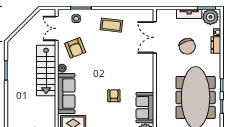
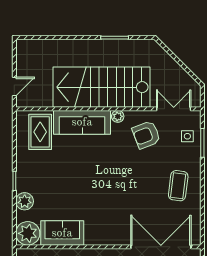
double door: (155, 37) -> (161, 247), width x1.36
stairs: (46, 70) -> (102, 87), width x1.36, depth x1.51
armchair: (114, 96) -> (79, 189), removed

